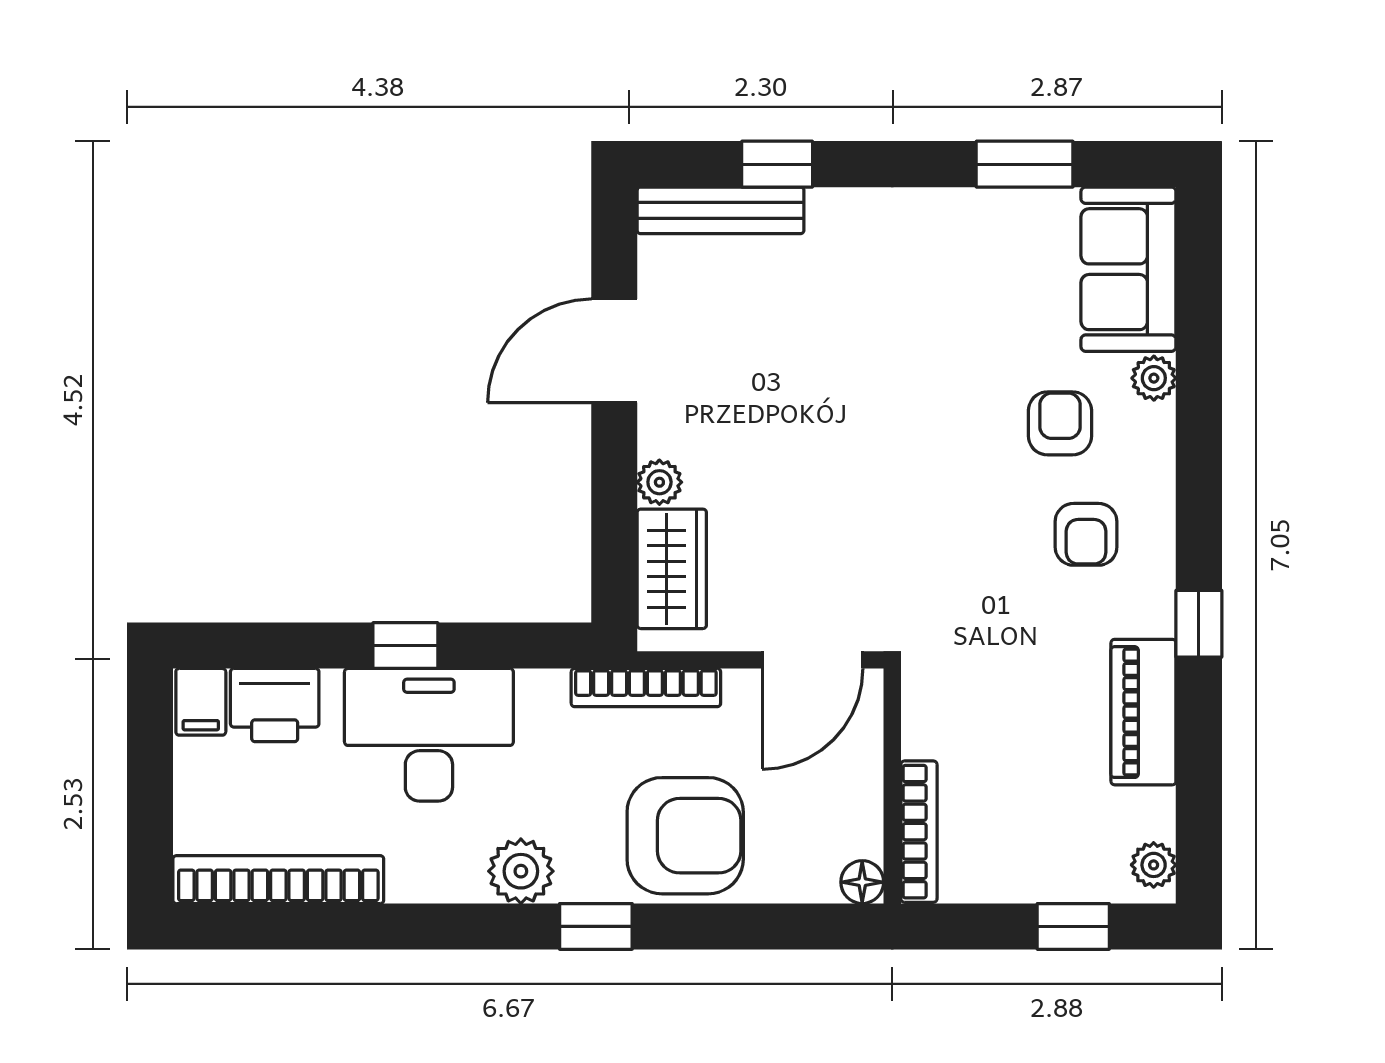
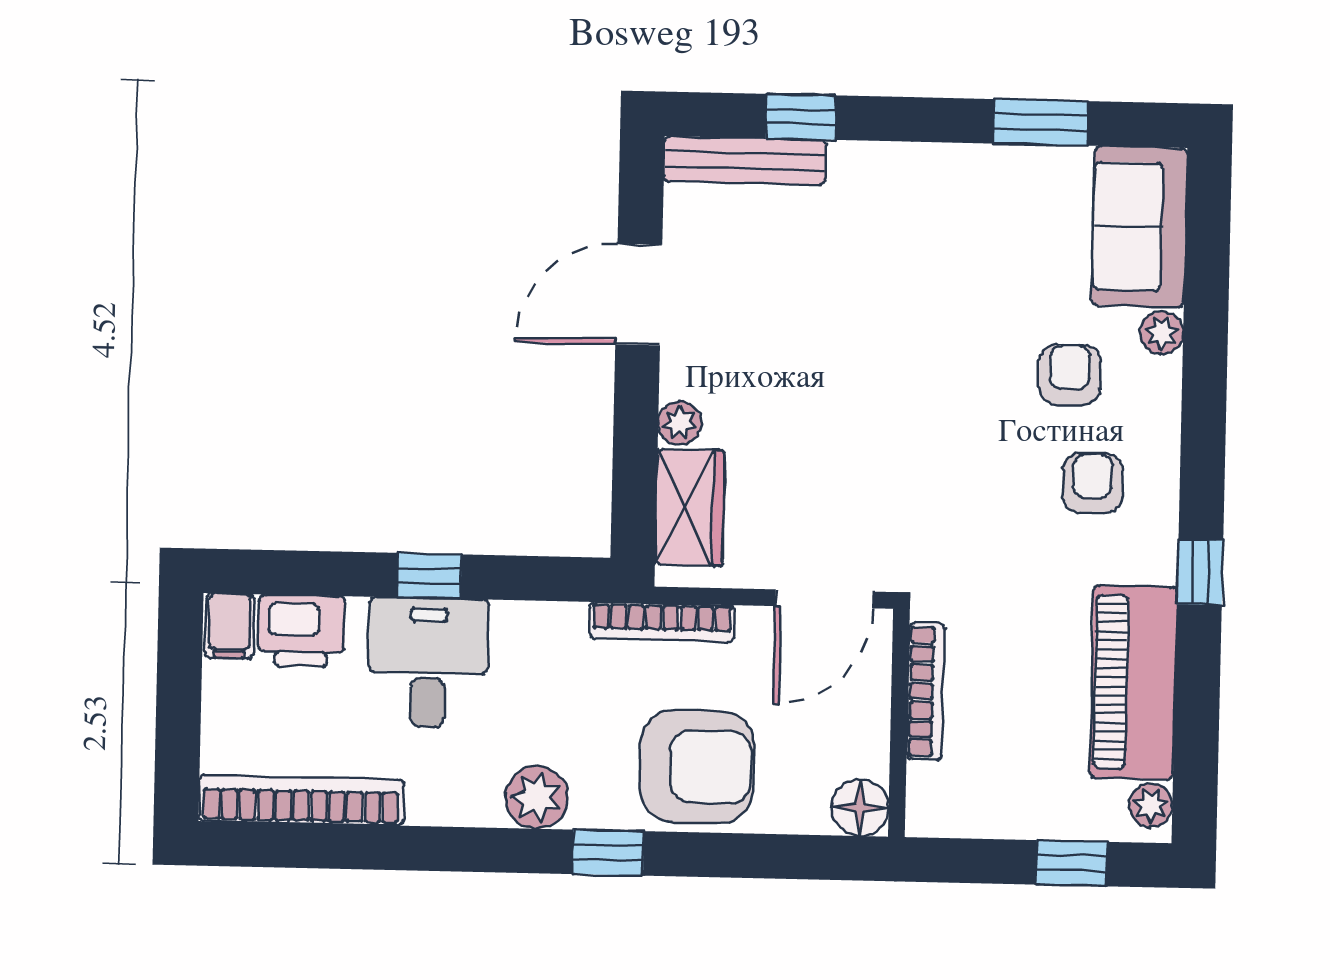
armchair: (1086, 534) -> (1092, 483), turned 180
piano: (1143, 712) -> (1133, 682), width x1.37, depth x1.33
desk: (429, 735) -> (428, 663), width x0.73
bookcase: (919, 832) -> (926, 691), moved
floor lamp: (862, 882) -> (860, 808), width x1.37, depth x1.37

